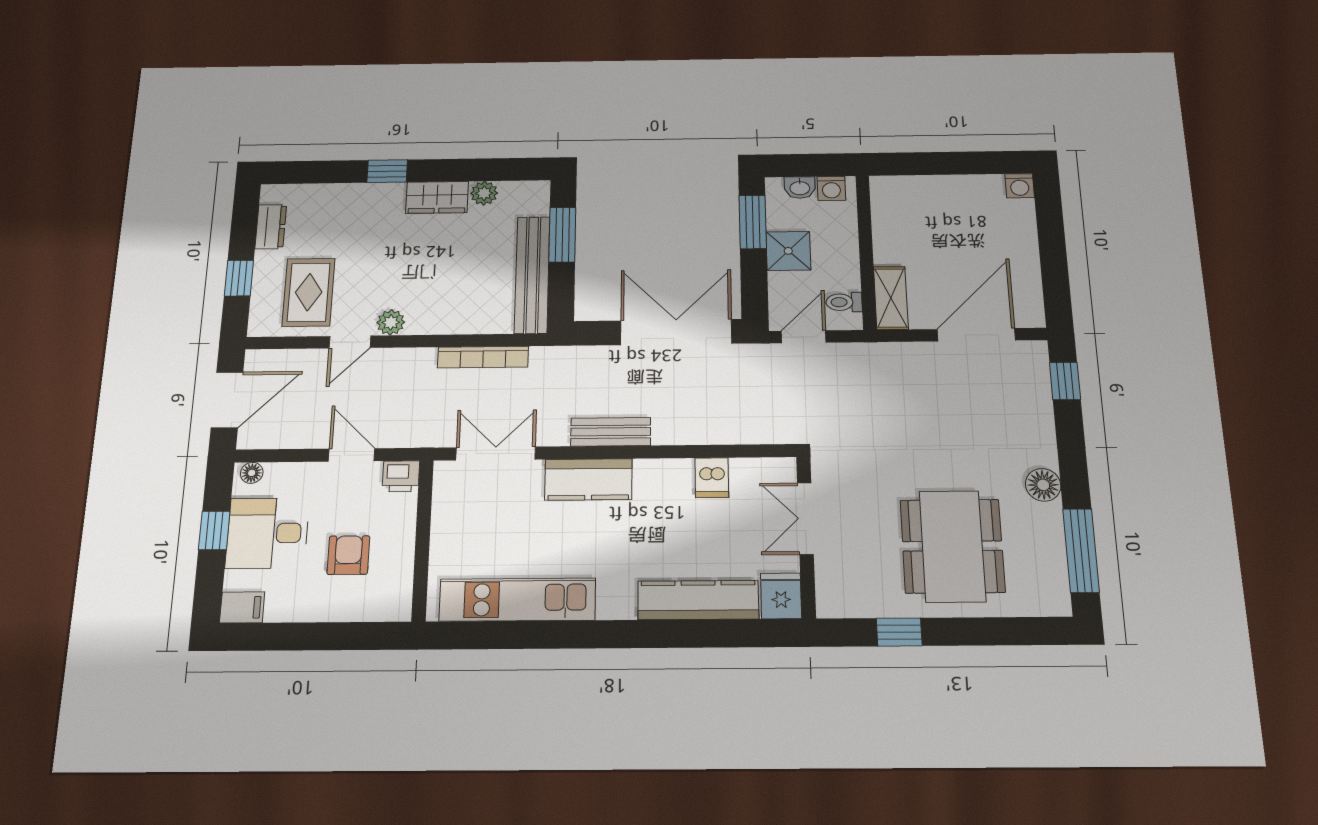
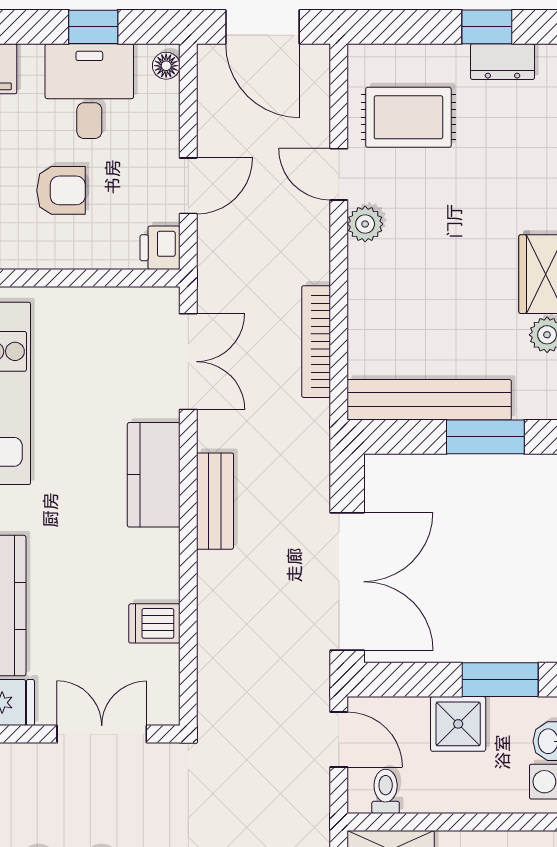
window: (239, 278) -> (487, 27), moved

